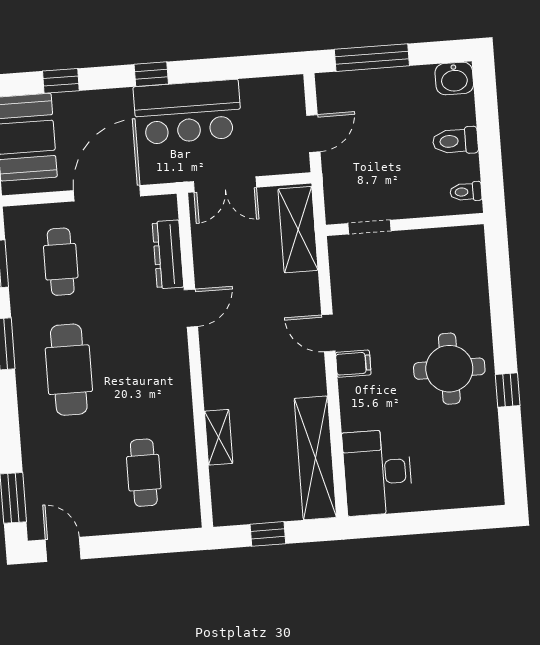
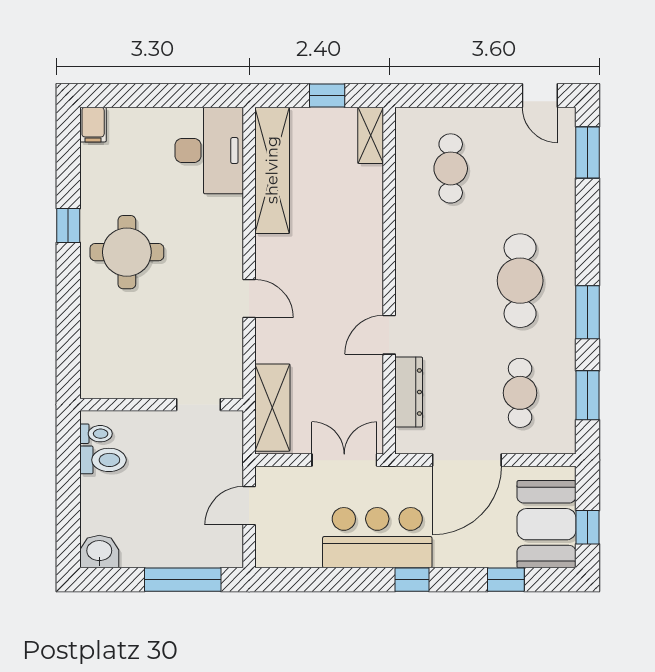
toilet: (455, 141) -> (103, 460), moved
filing cabinet: (353, 364) -> (93, 125), moved, turned -90
shelving: (219, 437) -> (371, 135), moved

